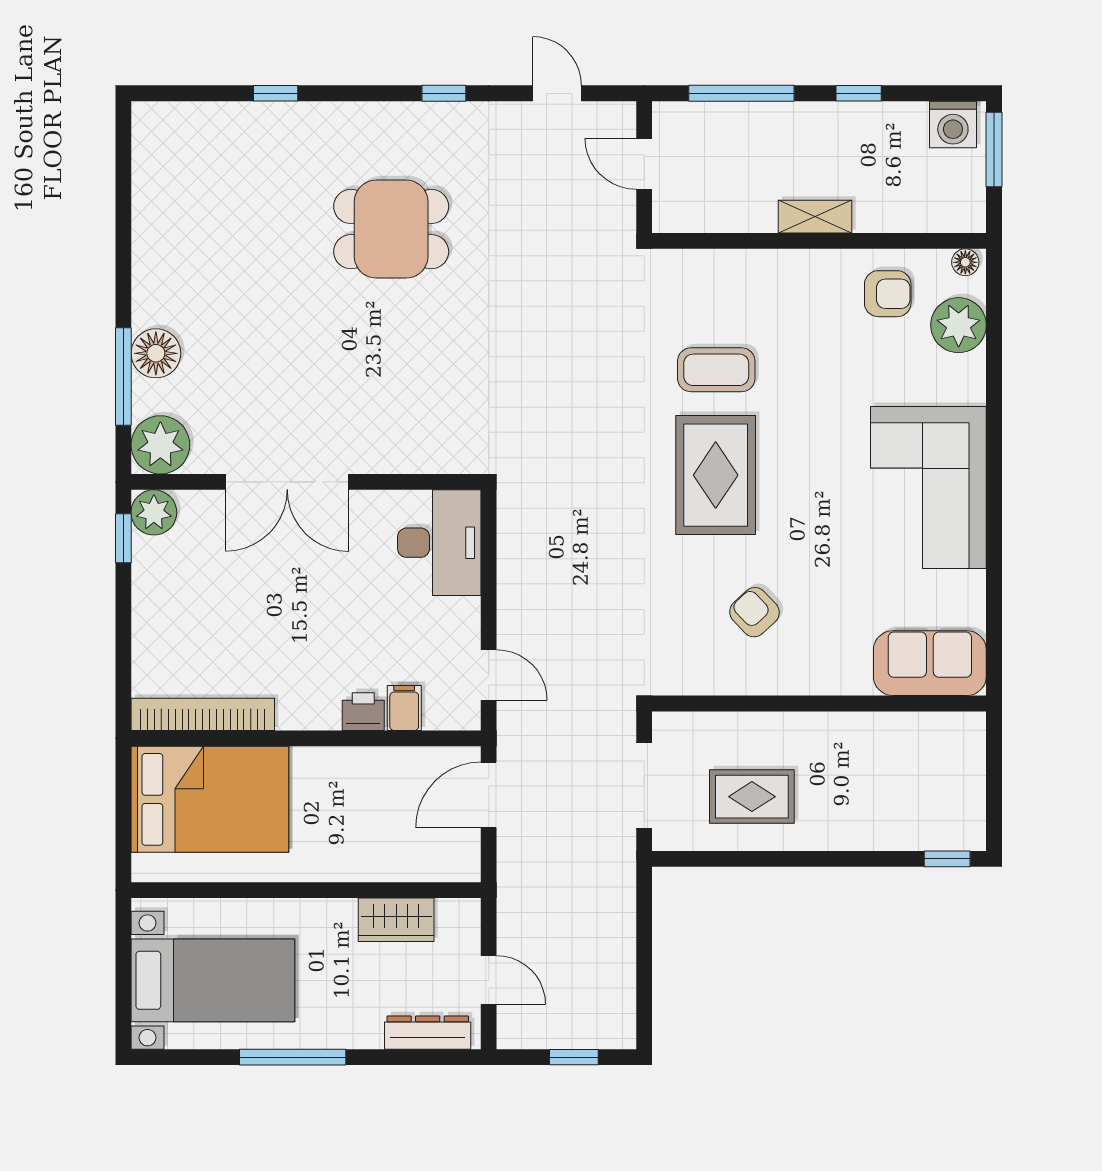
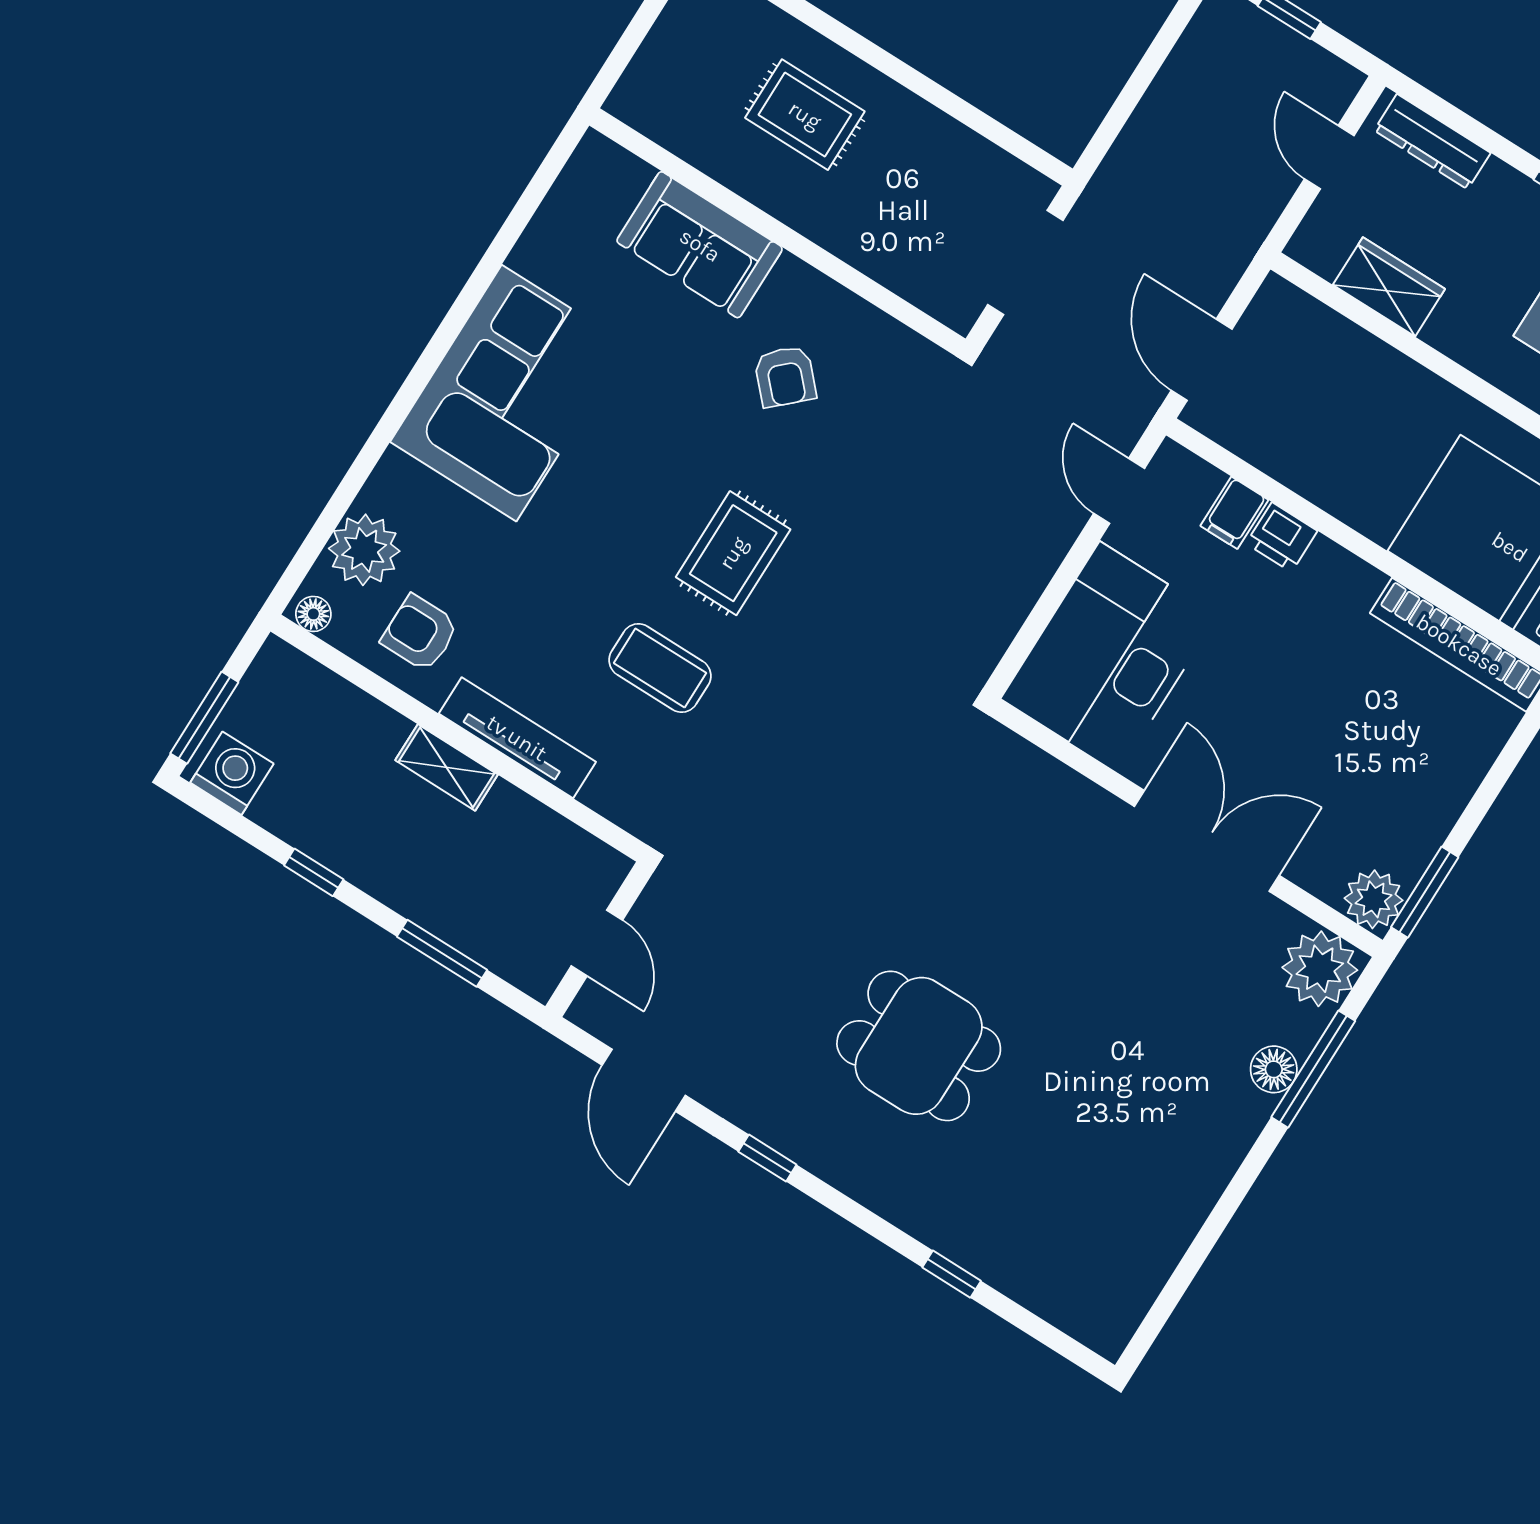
door: (557, 93) -> (644, 1080), width x1.38
window: (741, 93) -> (442, 953), width x0.69
tv unit: (781, 265) -> (517, 738), added
floor lamp: (156, 353) -> (1274, 1069), width x0.73, depth x0.73
rug: (716, 475) -> (733, 553), width x0.73, depth x0.70
window: (123, 538) -> (1425, 892), width x1.50
desk: (439, 543) -> (1109, 657), width x1.36, depth x1.30
sofa: (930, 663) -> (700, 245), moved
door: (489, 795) -> (1202, 360), swing flipped
rug: (752, 797) -> (805, 115), moved

